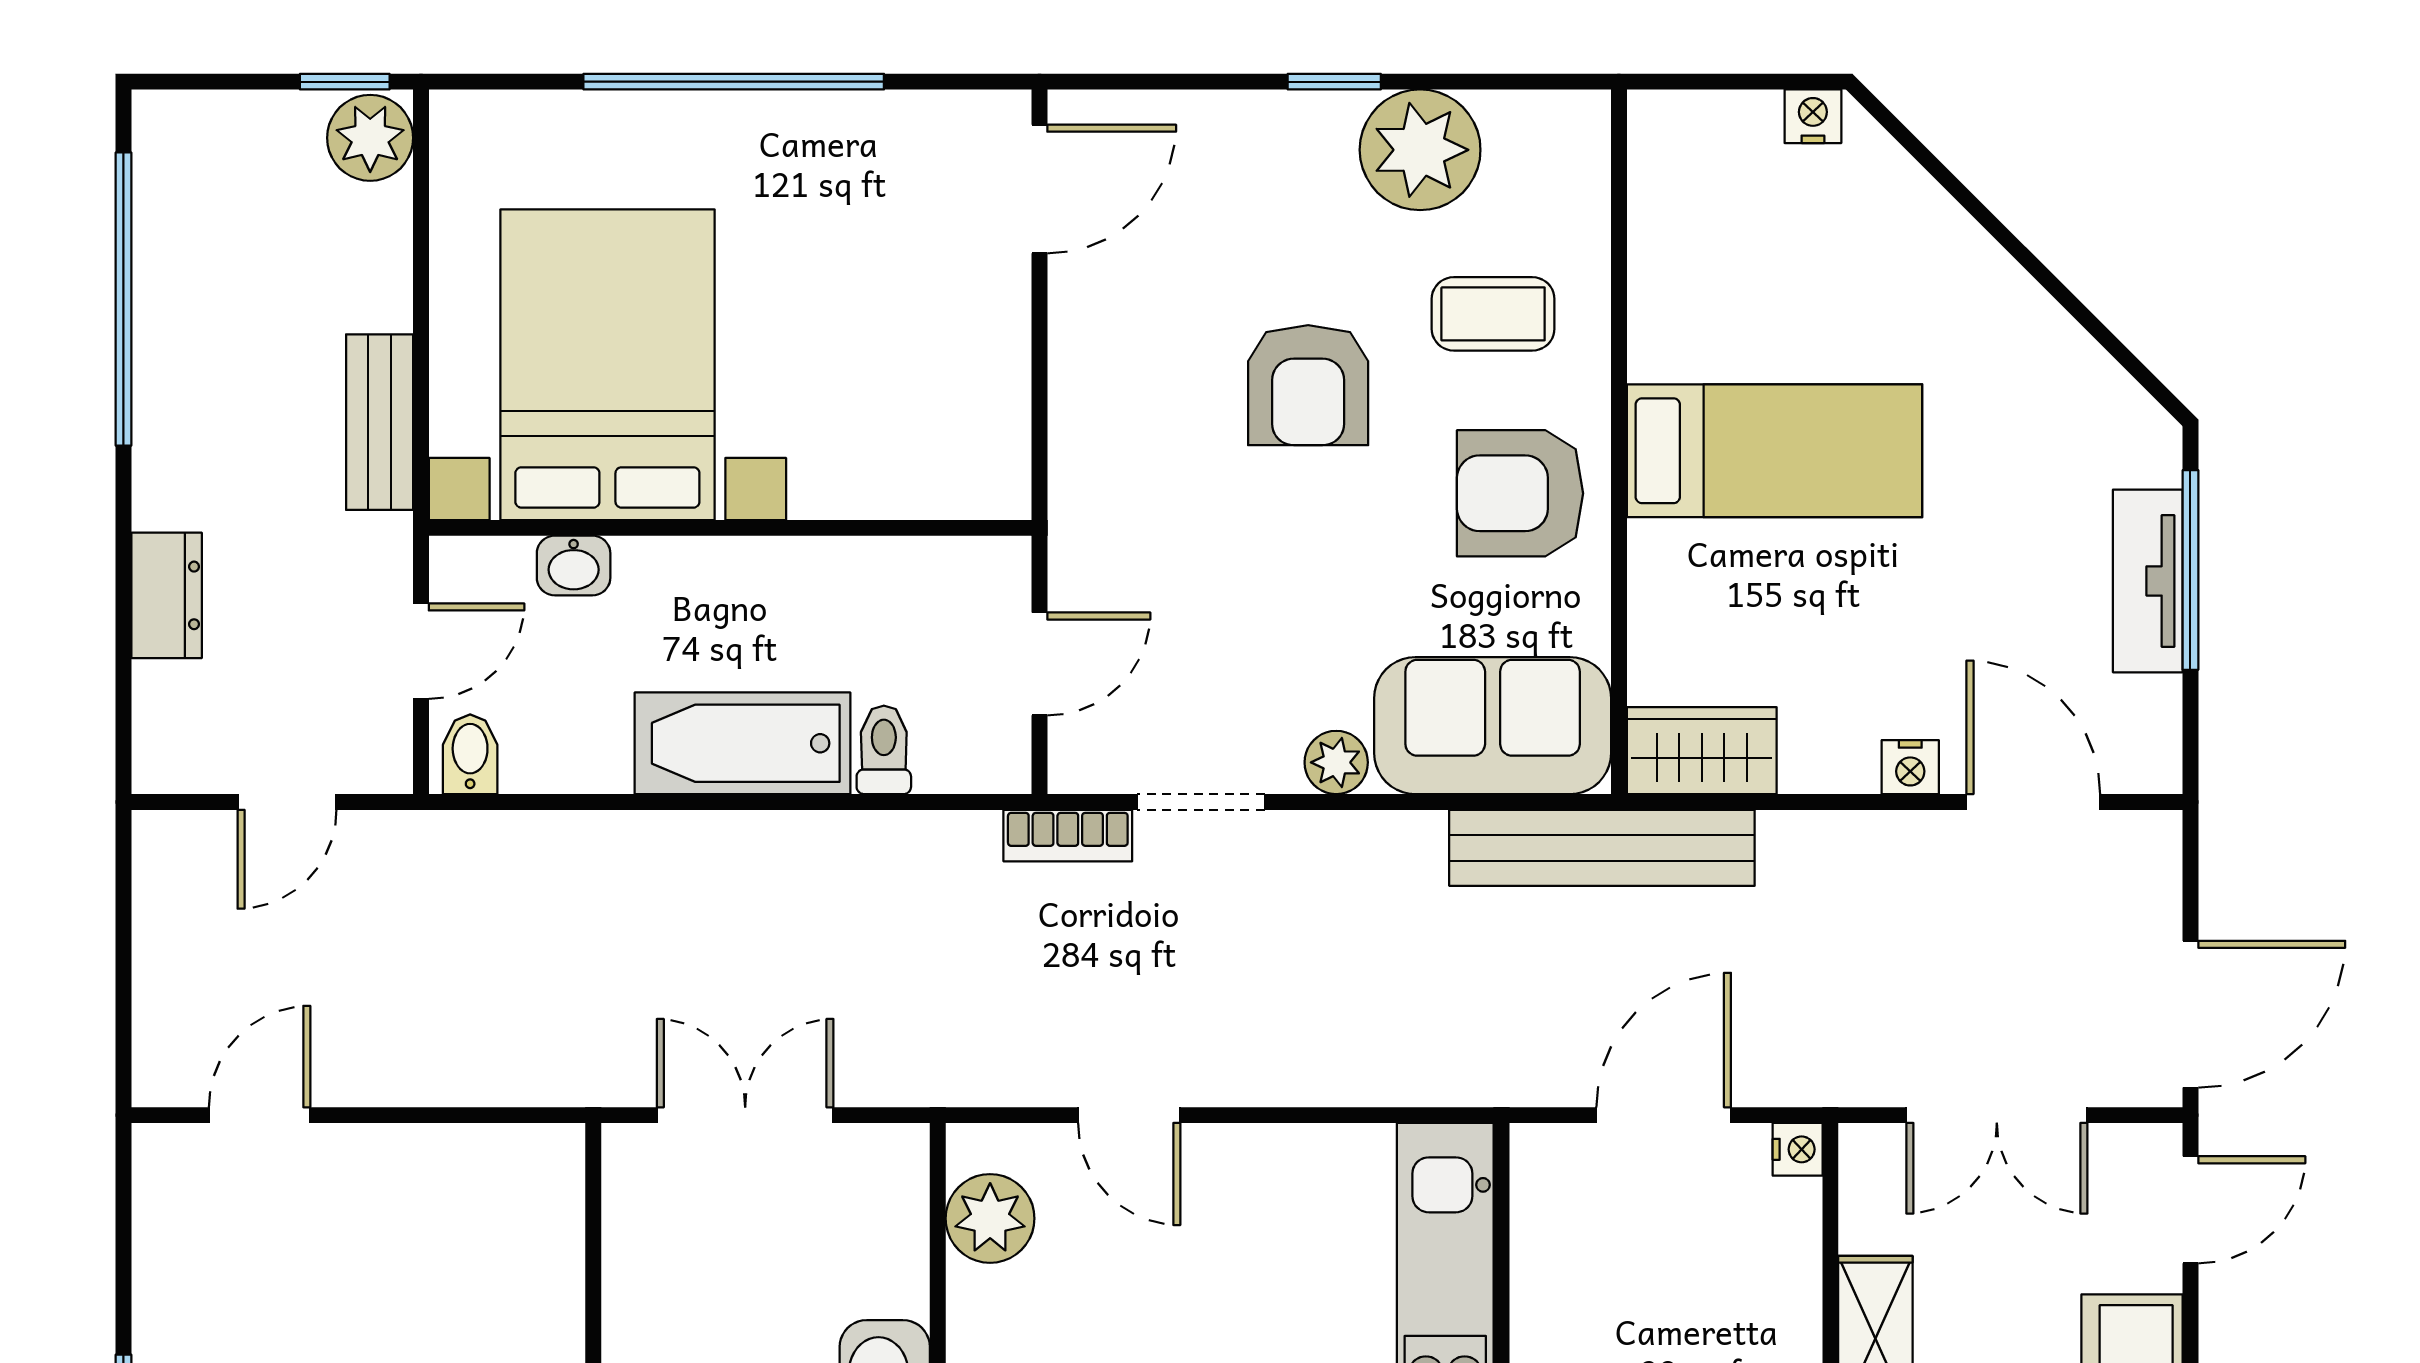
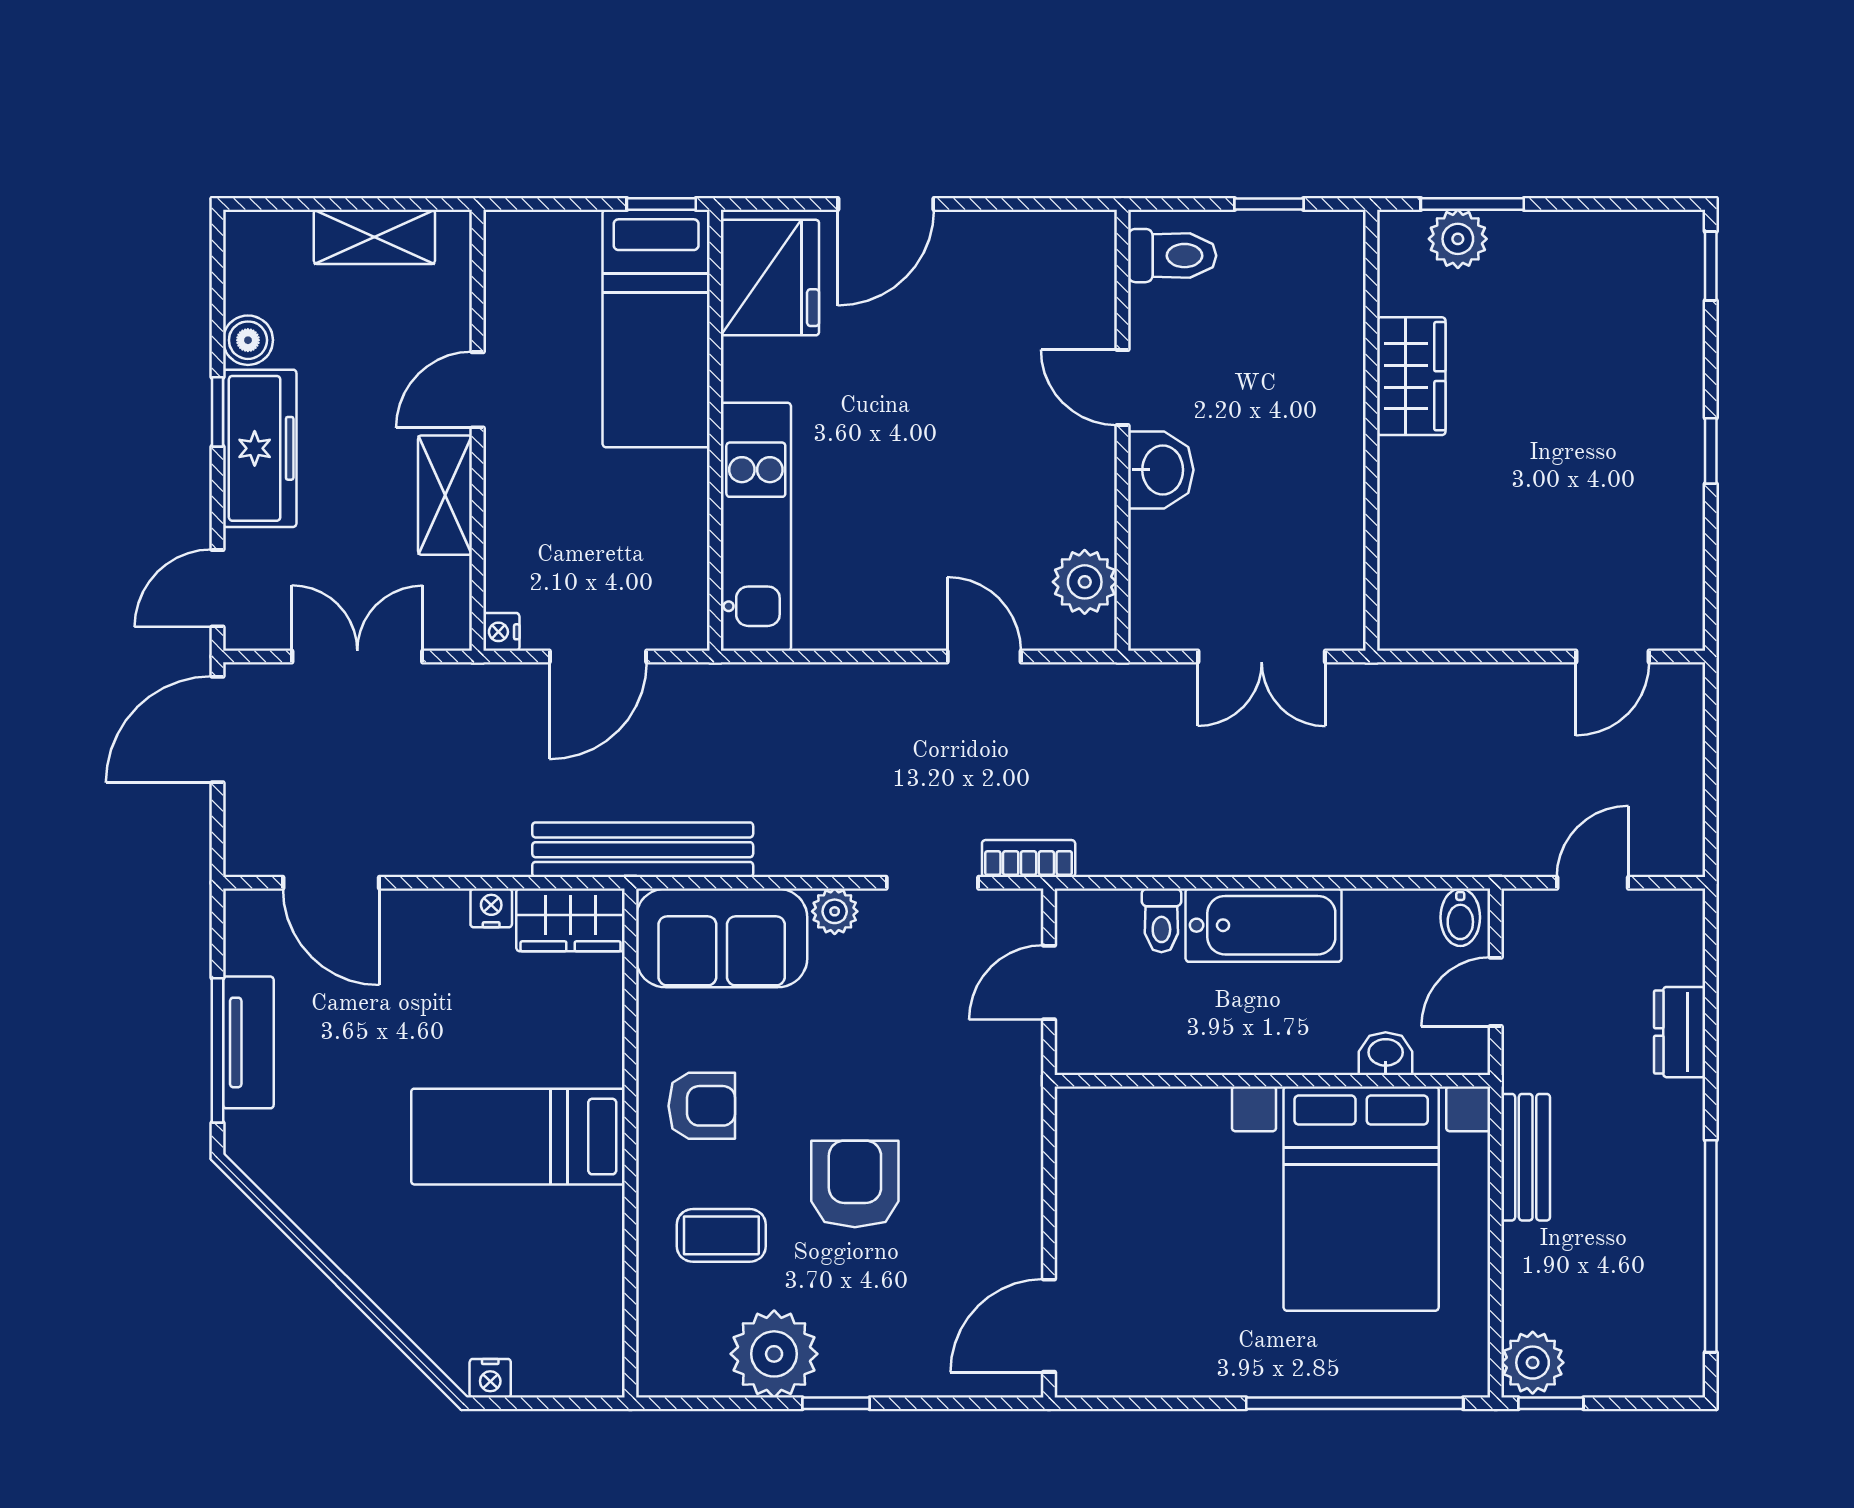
window: (734, 82) -> (1355, 1403), moved
armchair: (1520, 493) -> (702, 1106), width x0.72, depth x0.72
nightstand: (1910, 767) -> (491, 908), moved

